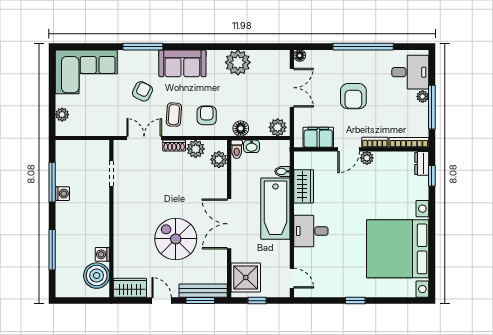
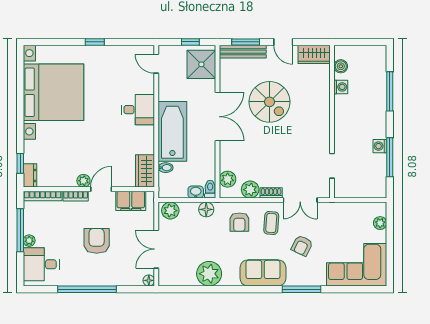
wardrobe: (304, 186) -> (145, 171), moved
boiler: (97, 276) -> (341, 66), width x0.54, depth x0.54

